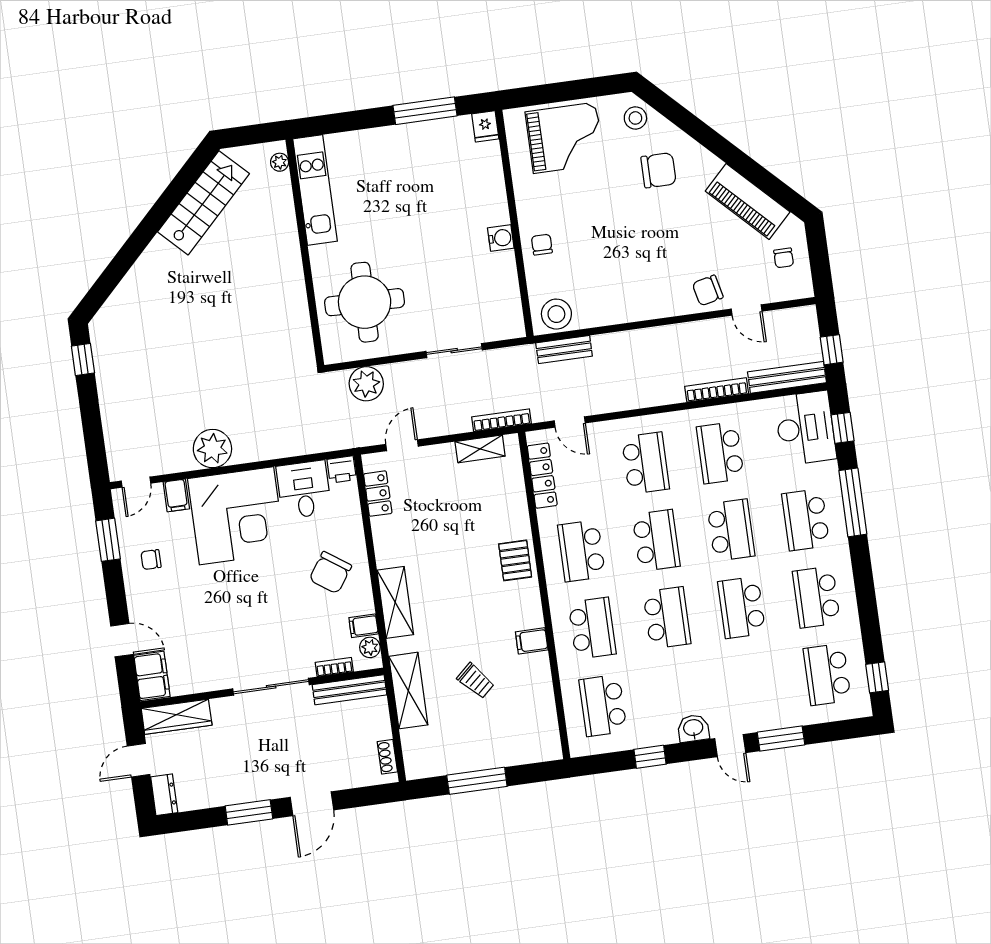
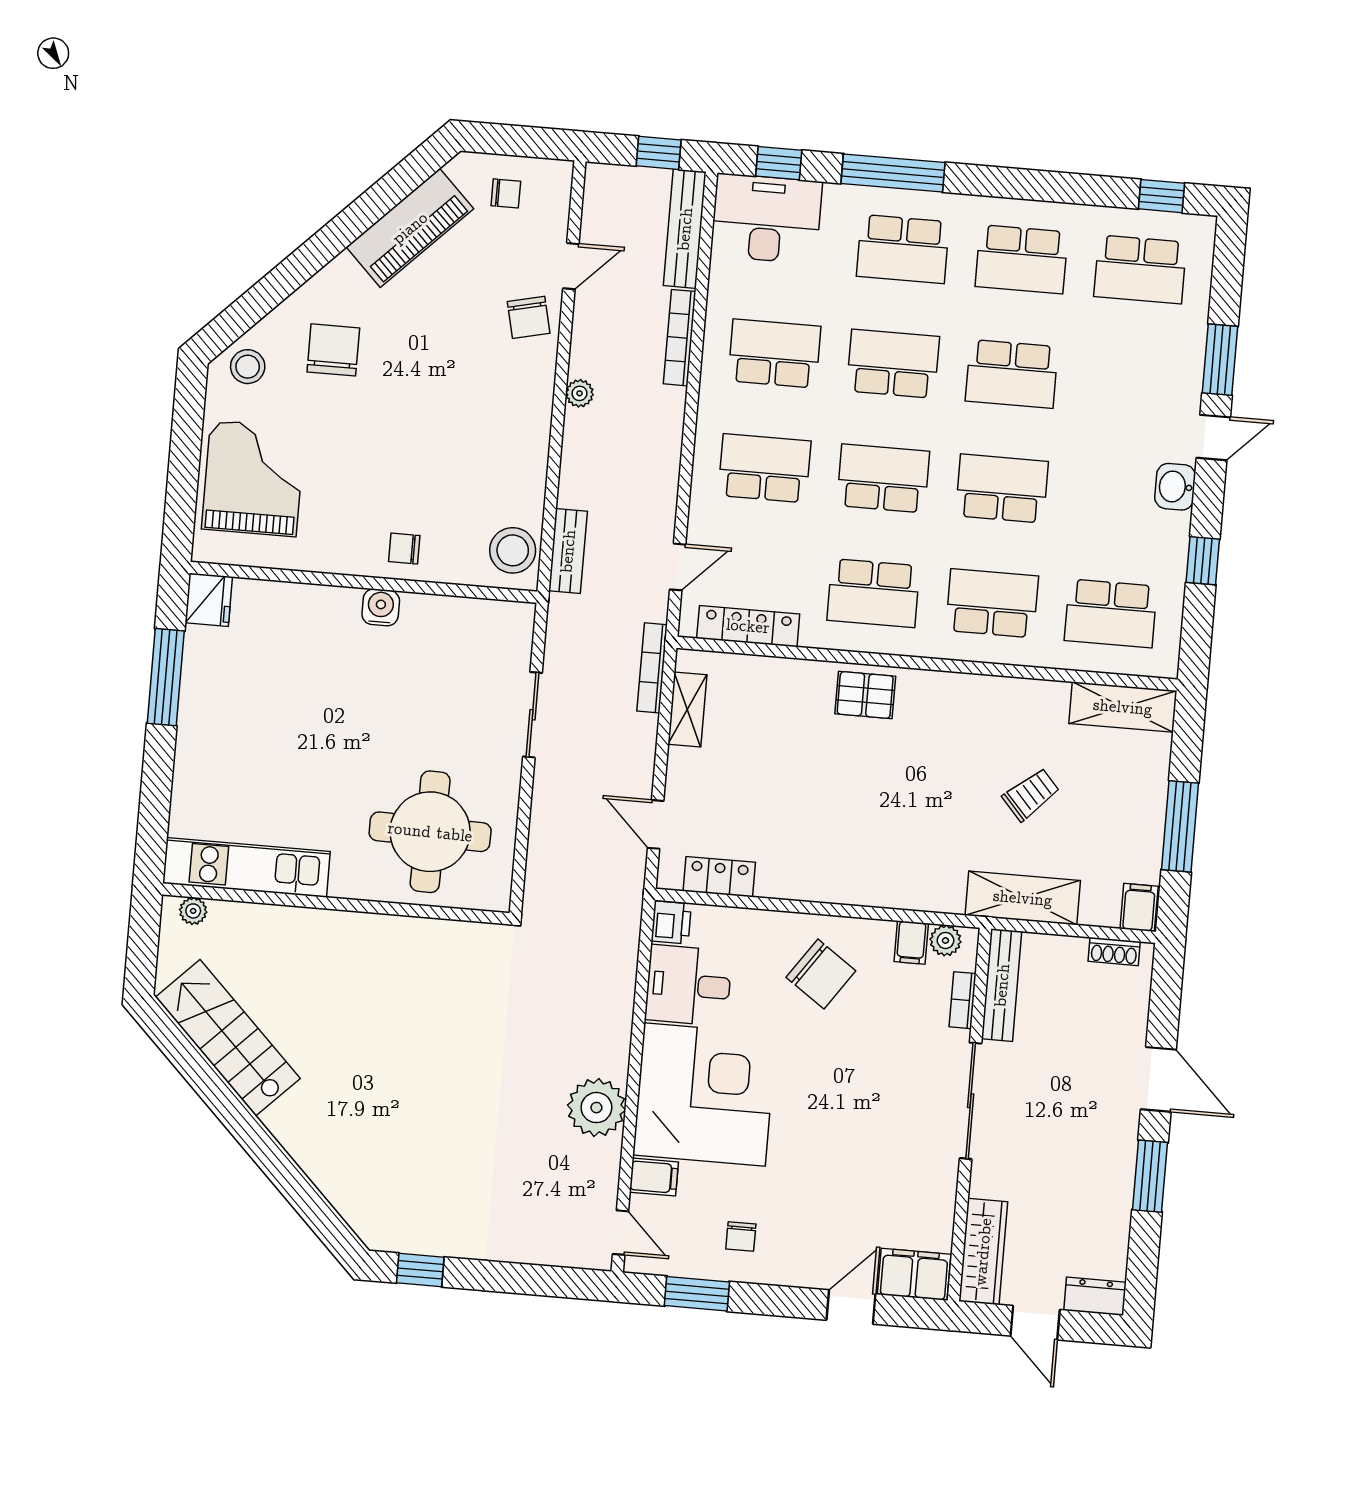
fridge: (485, 126) -> (209, 600), width x1.38
plant: (366, 384) -> (580, 393), moved, width x0.53, depth x0.53
school desk: (720, 453) -> (774, 354), turned 180
shelving: (395, 602) -> (1123, 707), moved
filing cabinet: (532, 641) -> (1139, 907), moved, turned 180

